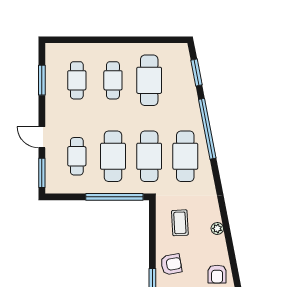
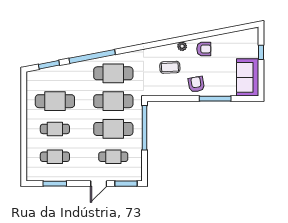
coffee table: (180, 223) -> (170, 67), moved
plant: (217, 228) -> (182, 46), moved

